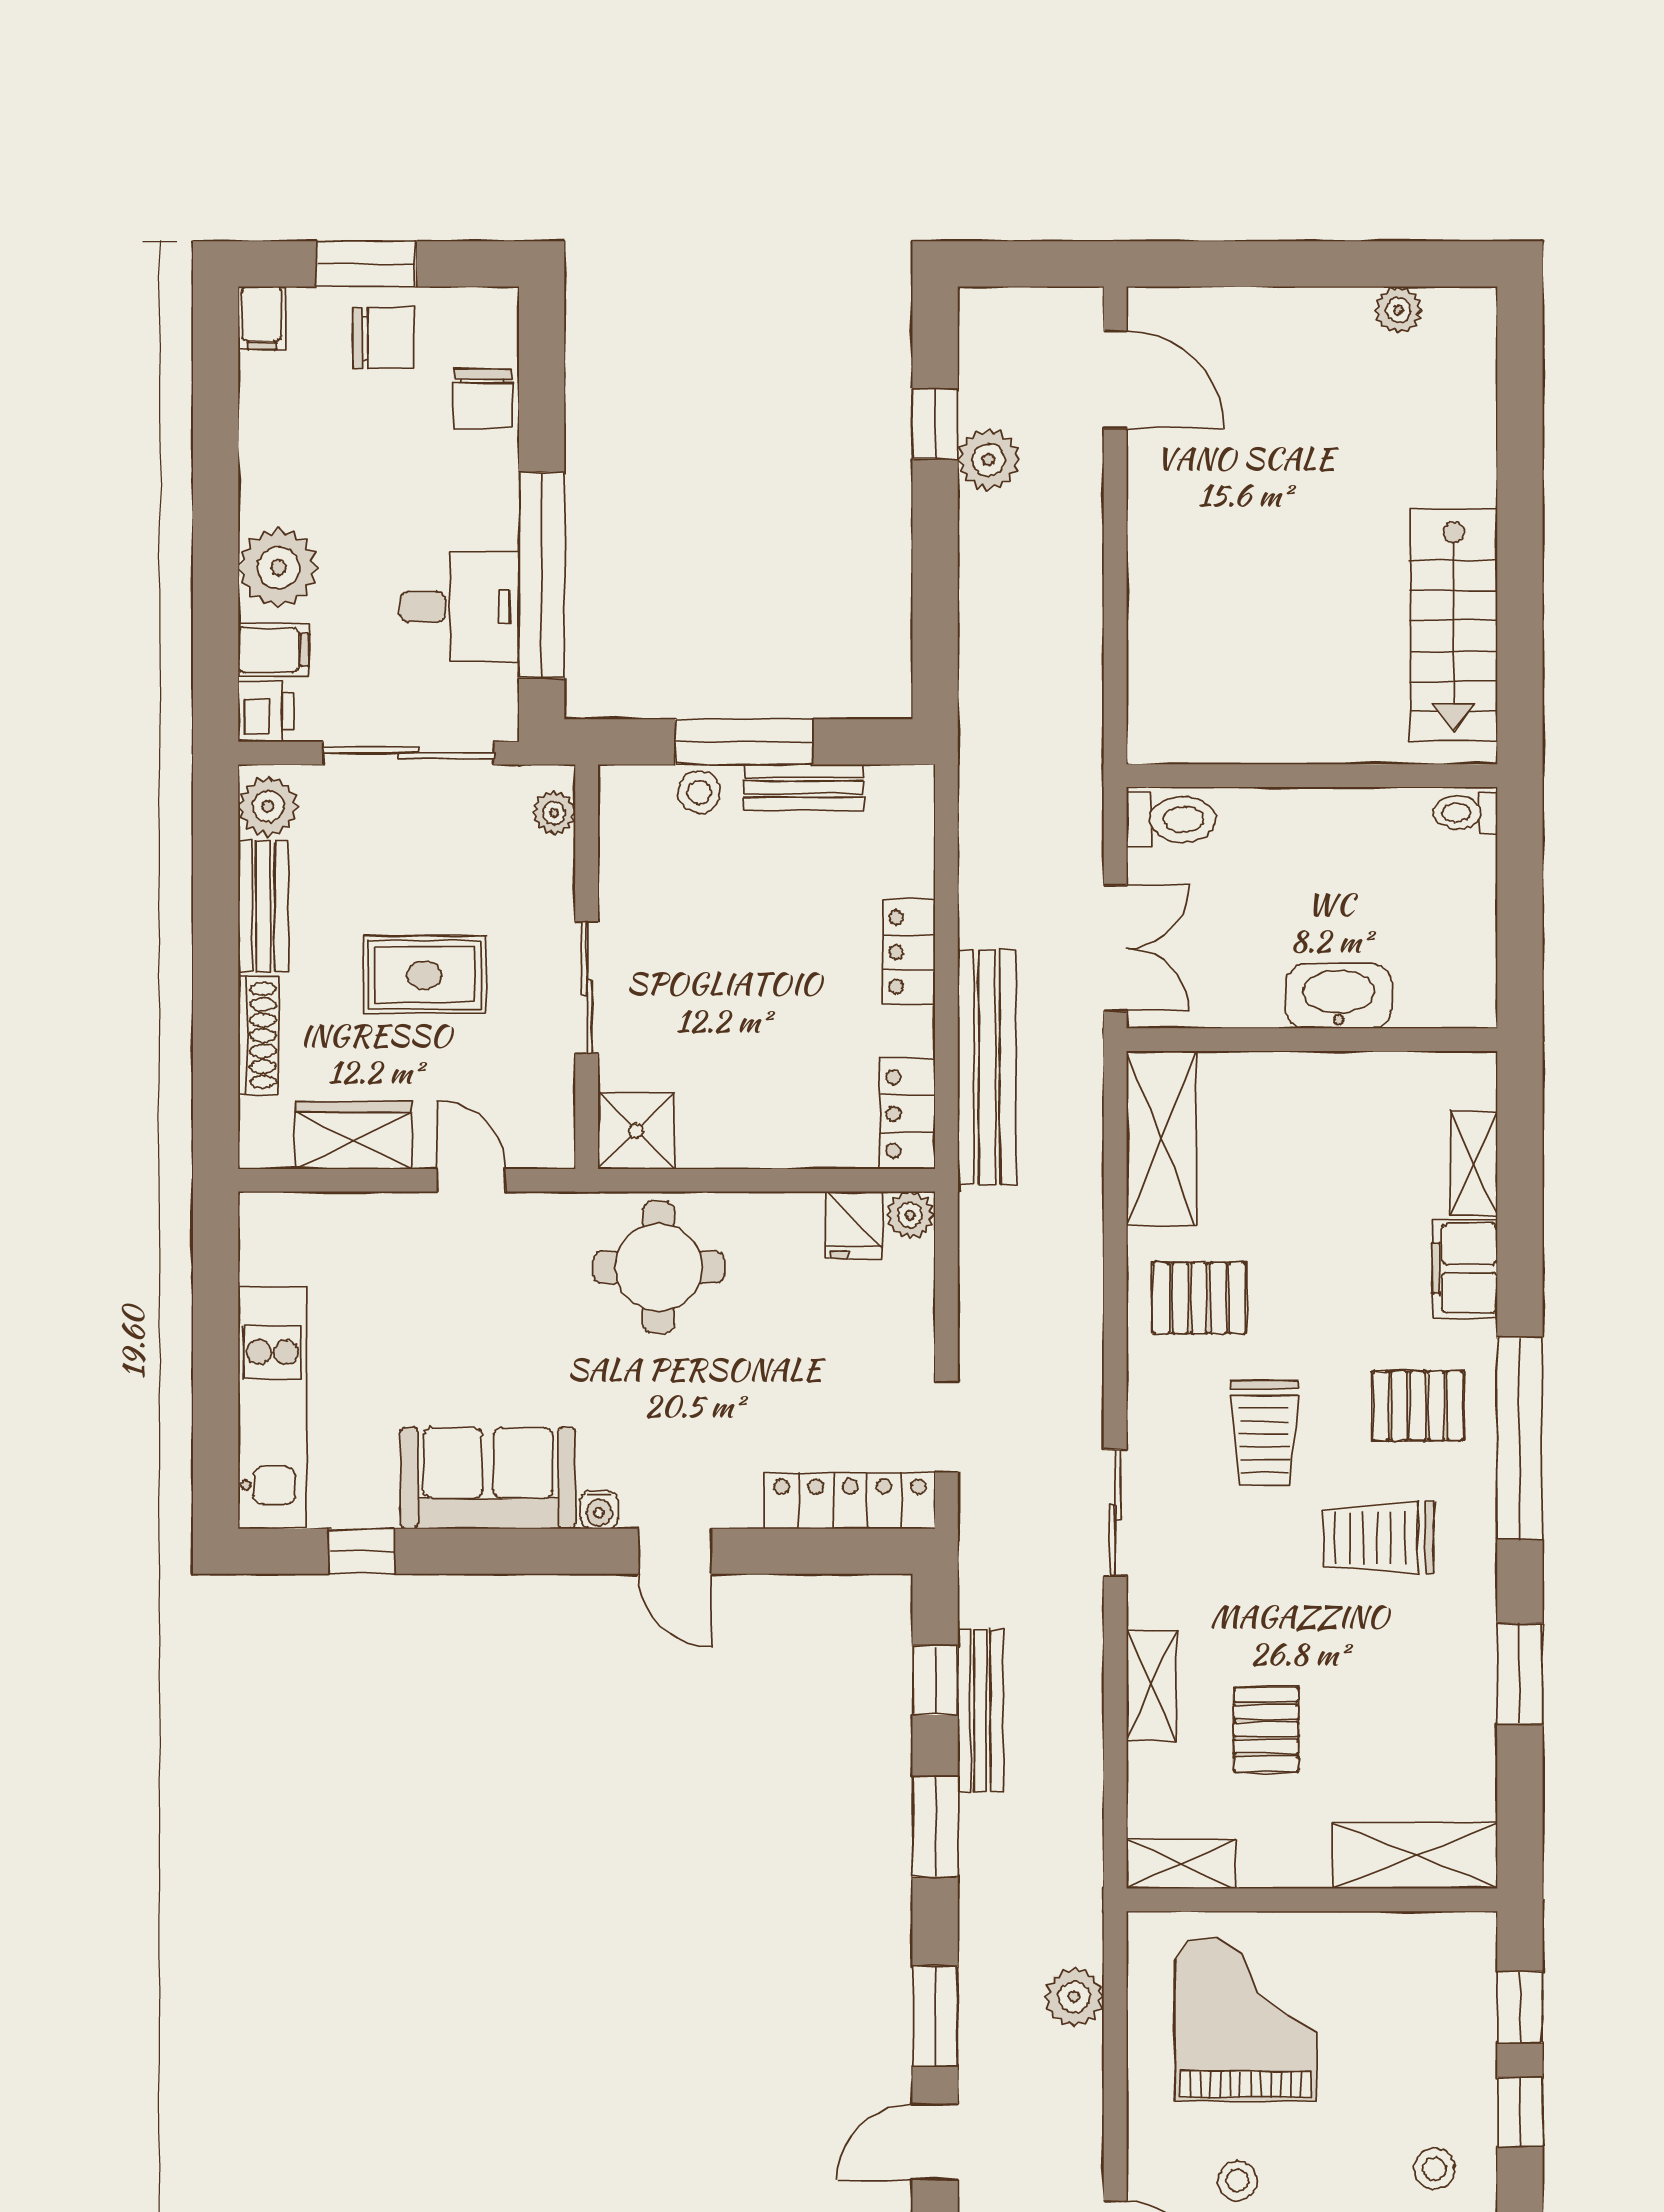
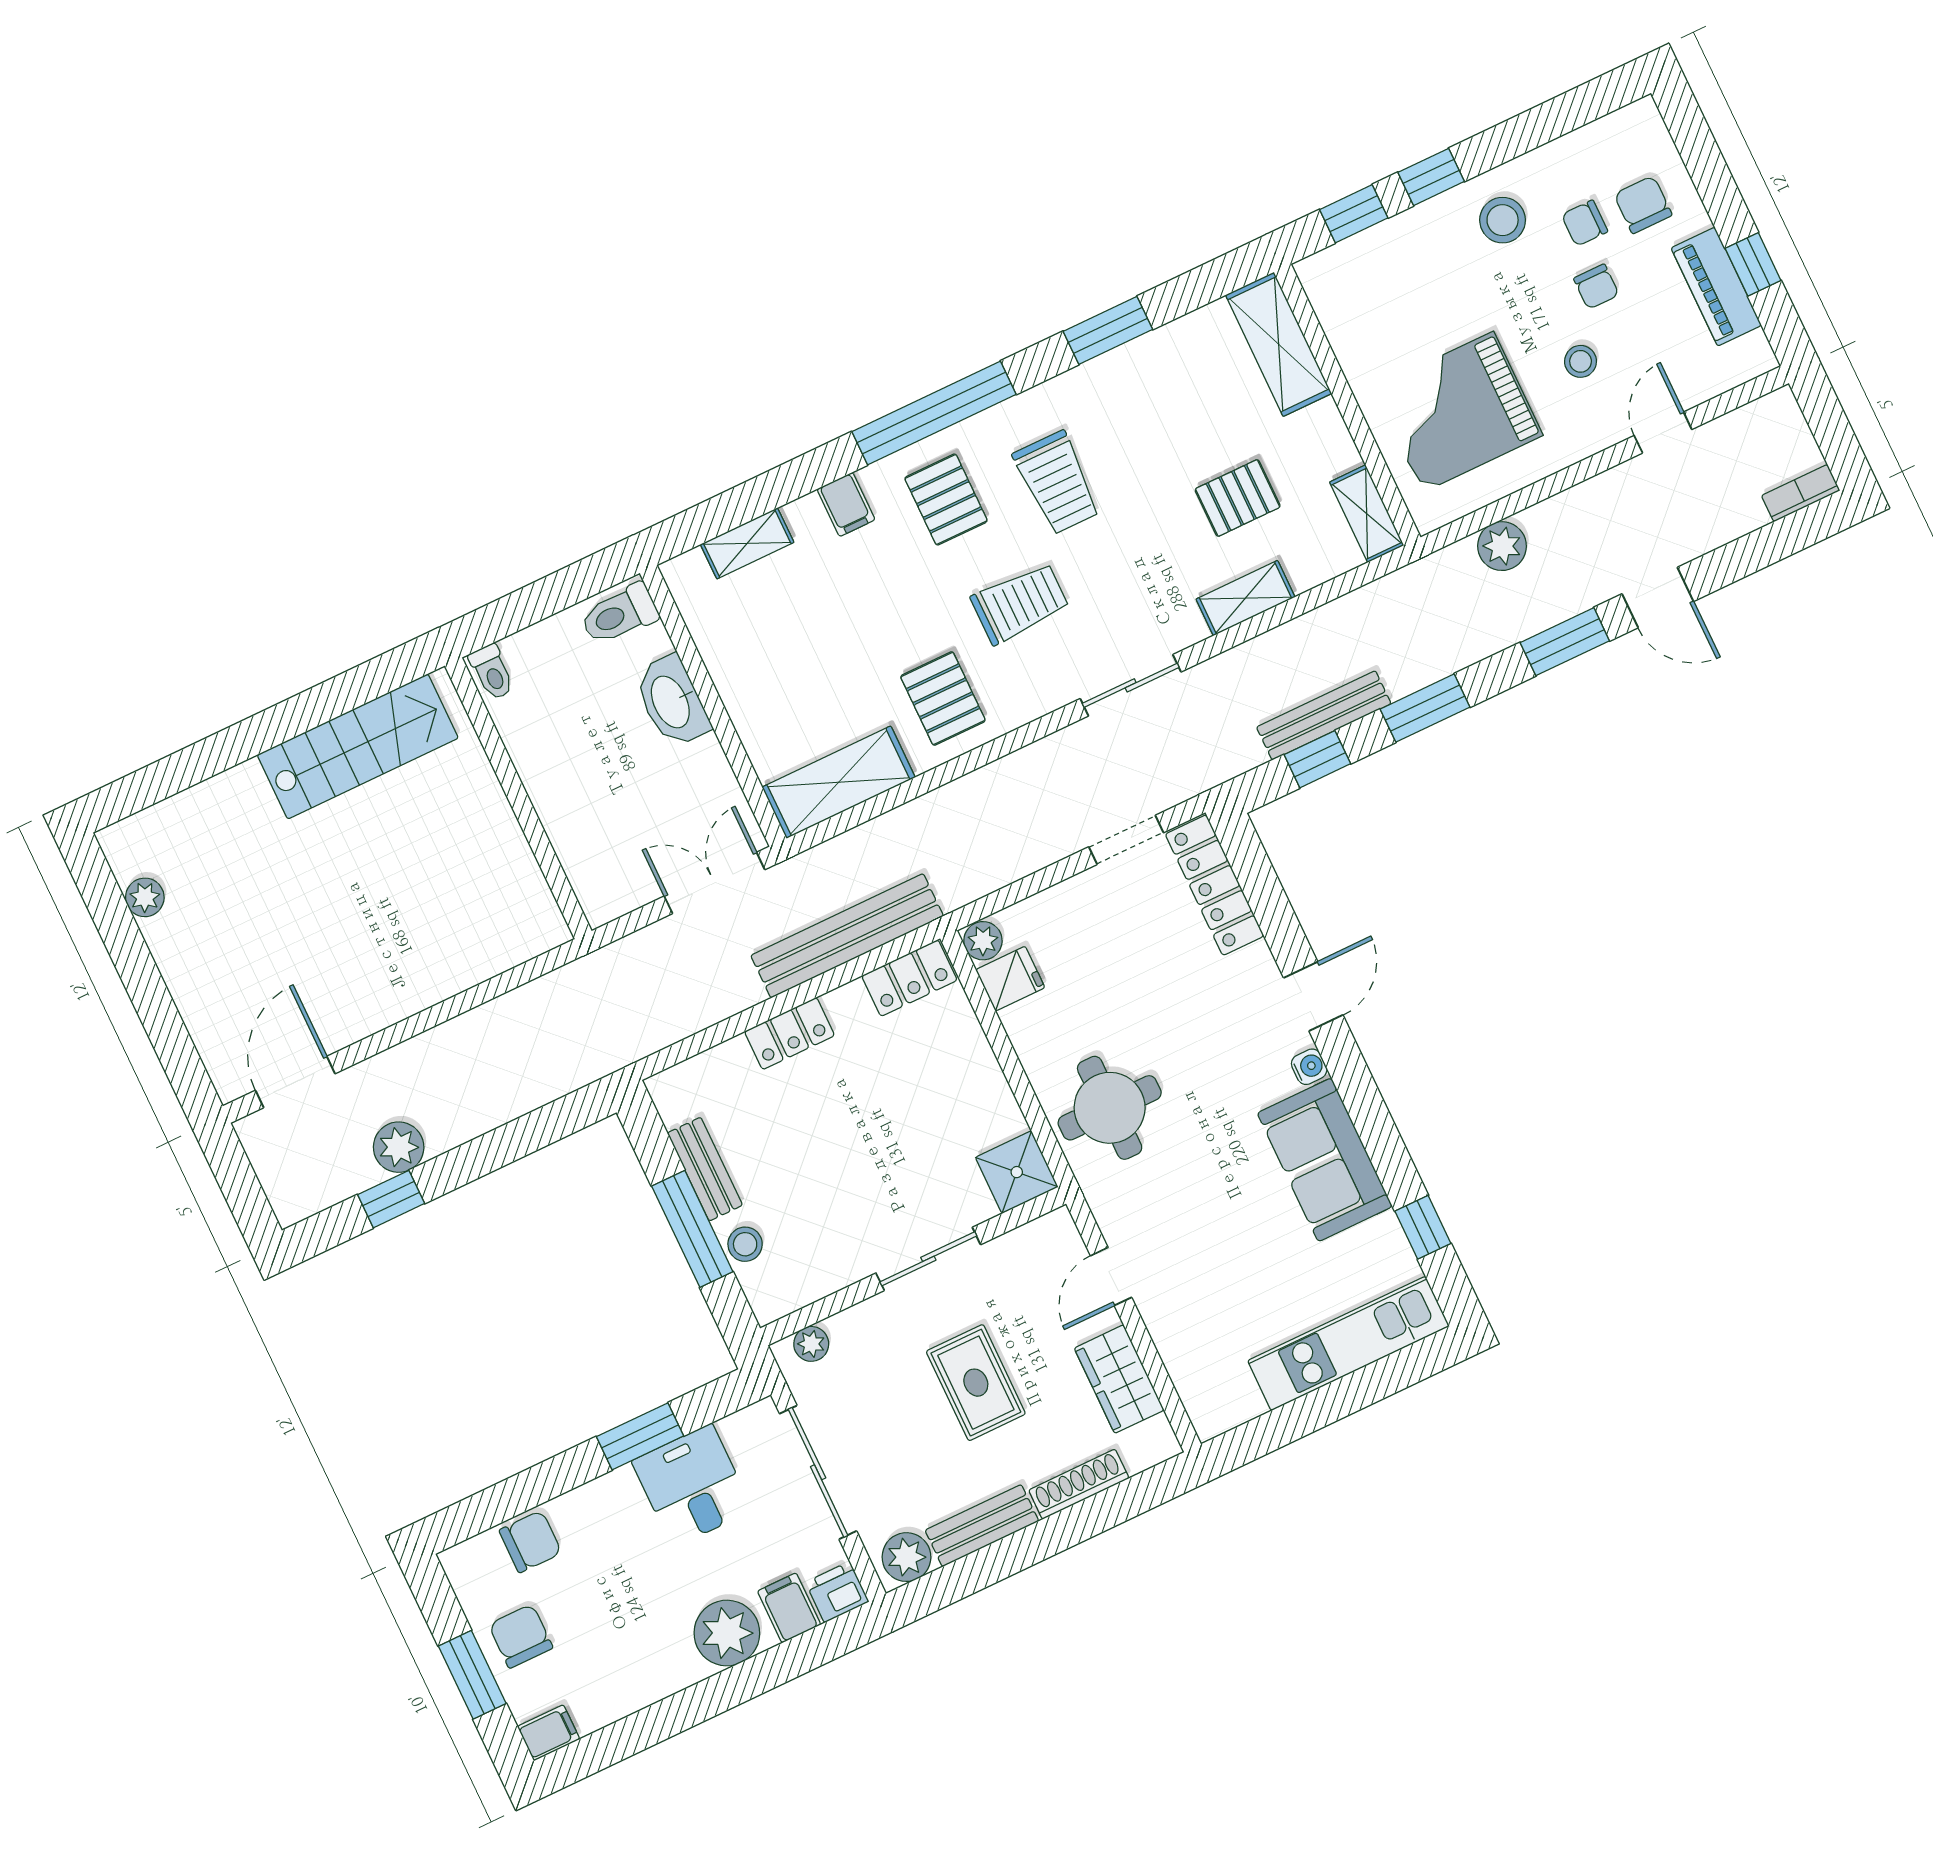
window: (542, 575) -> (640, 1436), width x0.47
toilet: (1171, 820) -> (619, 614), moved, turned -90
filing cabinet: (1465, 1268) -> (846, 504), width x0.50
stool: (1434, 2169) -> (1503, 220), width x1.37, depth x1.37

